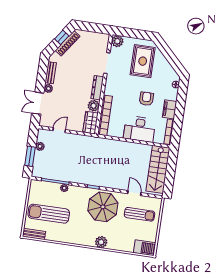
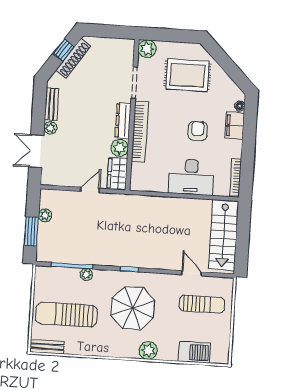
rug: (143, 61) -> (187, 75), turned 90
filing cabinet: (169, 109) -> (235, 126), moved
bookcase: (105, 115) -> (140, 132), moved
door: (59, 130) -> (90, 190), moved
parasol: (103, 207) -> (133, 308), moved
barbecue: (145, 248) -> (194, 352), moved

